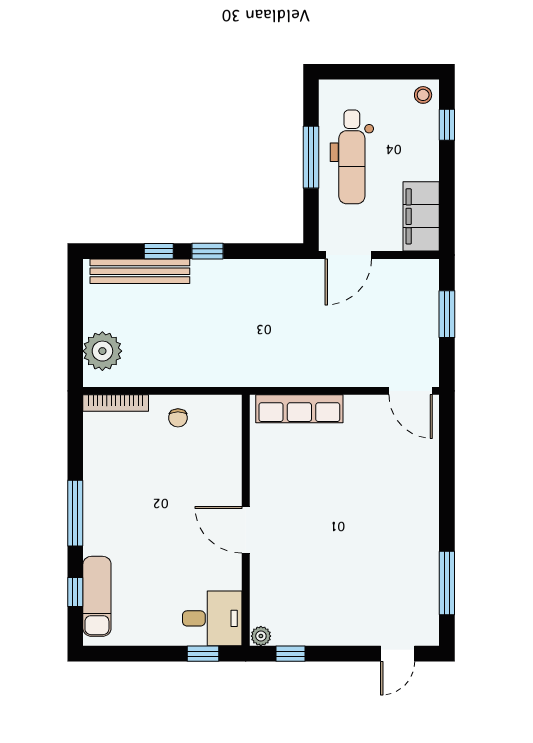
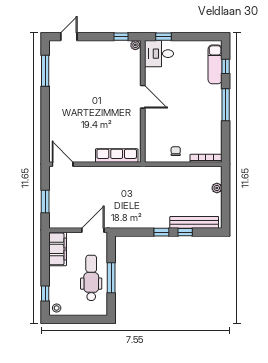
plant: (102, 351) -> (217, 188), width x0.53, depth x0.53

